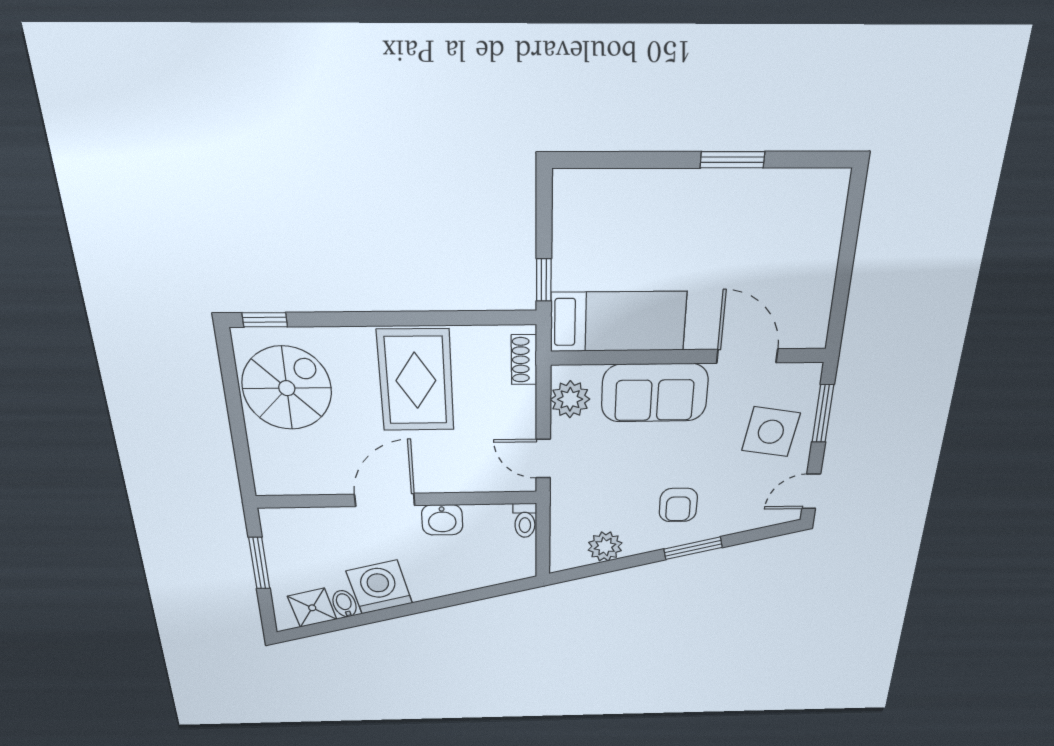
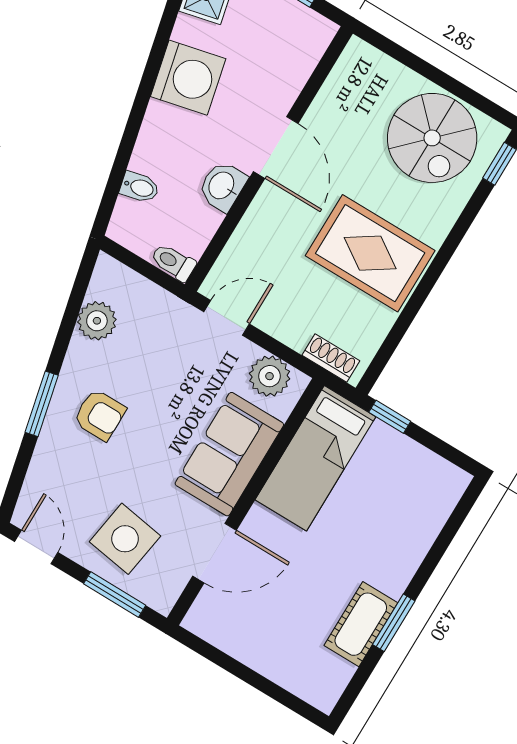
cot: (749, 191) -> (361, 624), added
armchair: (678, 505) -> (100, 415), turned 180
bidet: (345, 604) -> (140, 187), moved

